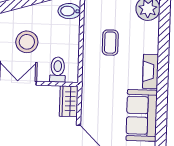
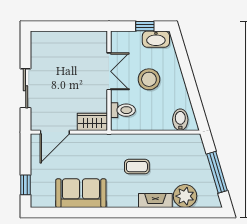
coffee table: (110, 43) -> (137, 167), moved
fireplace: (150, 71) -> (155, 200), moved

